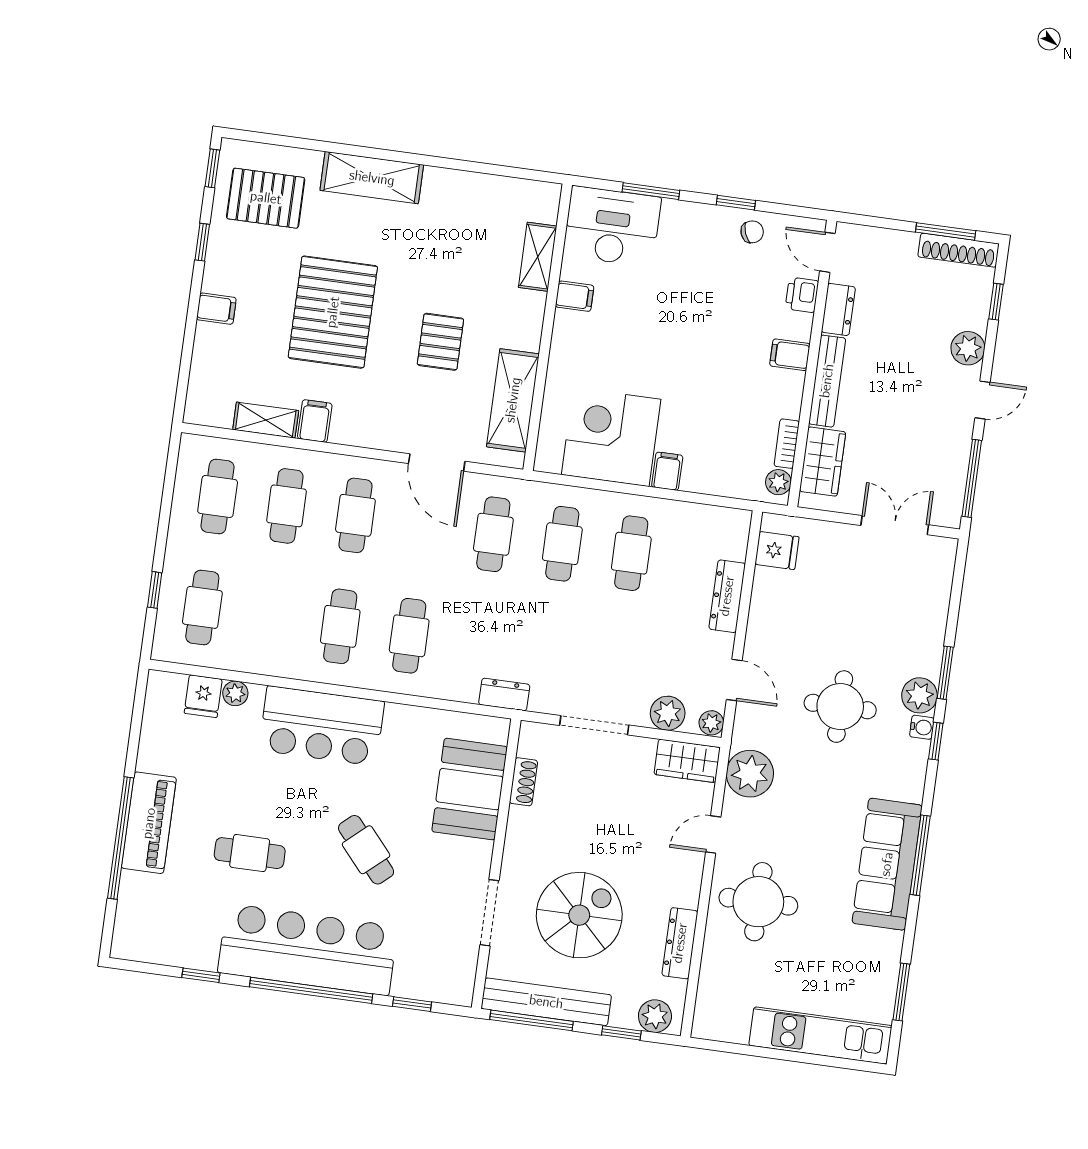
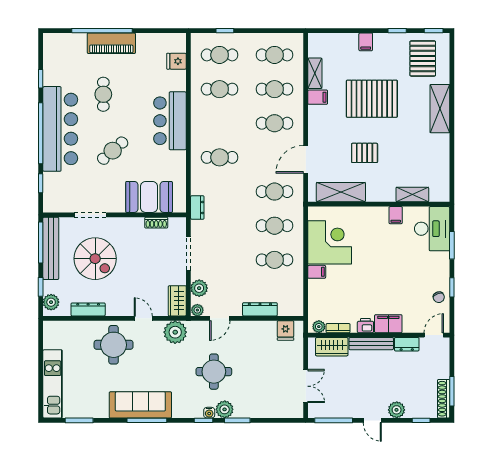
printer: (802, 295) -> (365, 326), moved
filing cabinet: (790, 355) -> (388, 324), width x2.00
cafe table: (340, 626) -> (220, 89), moved
plant: (235, 693) -> (180, 77), removed

